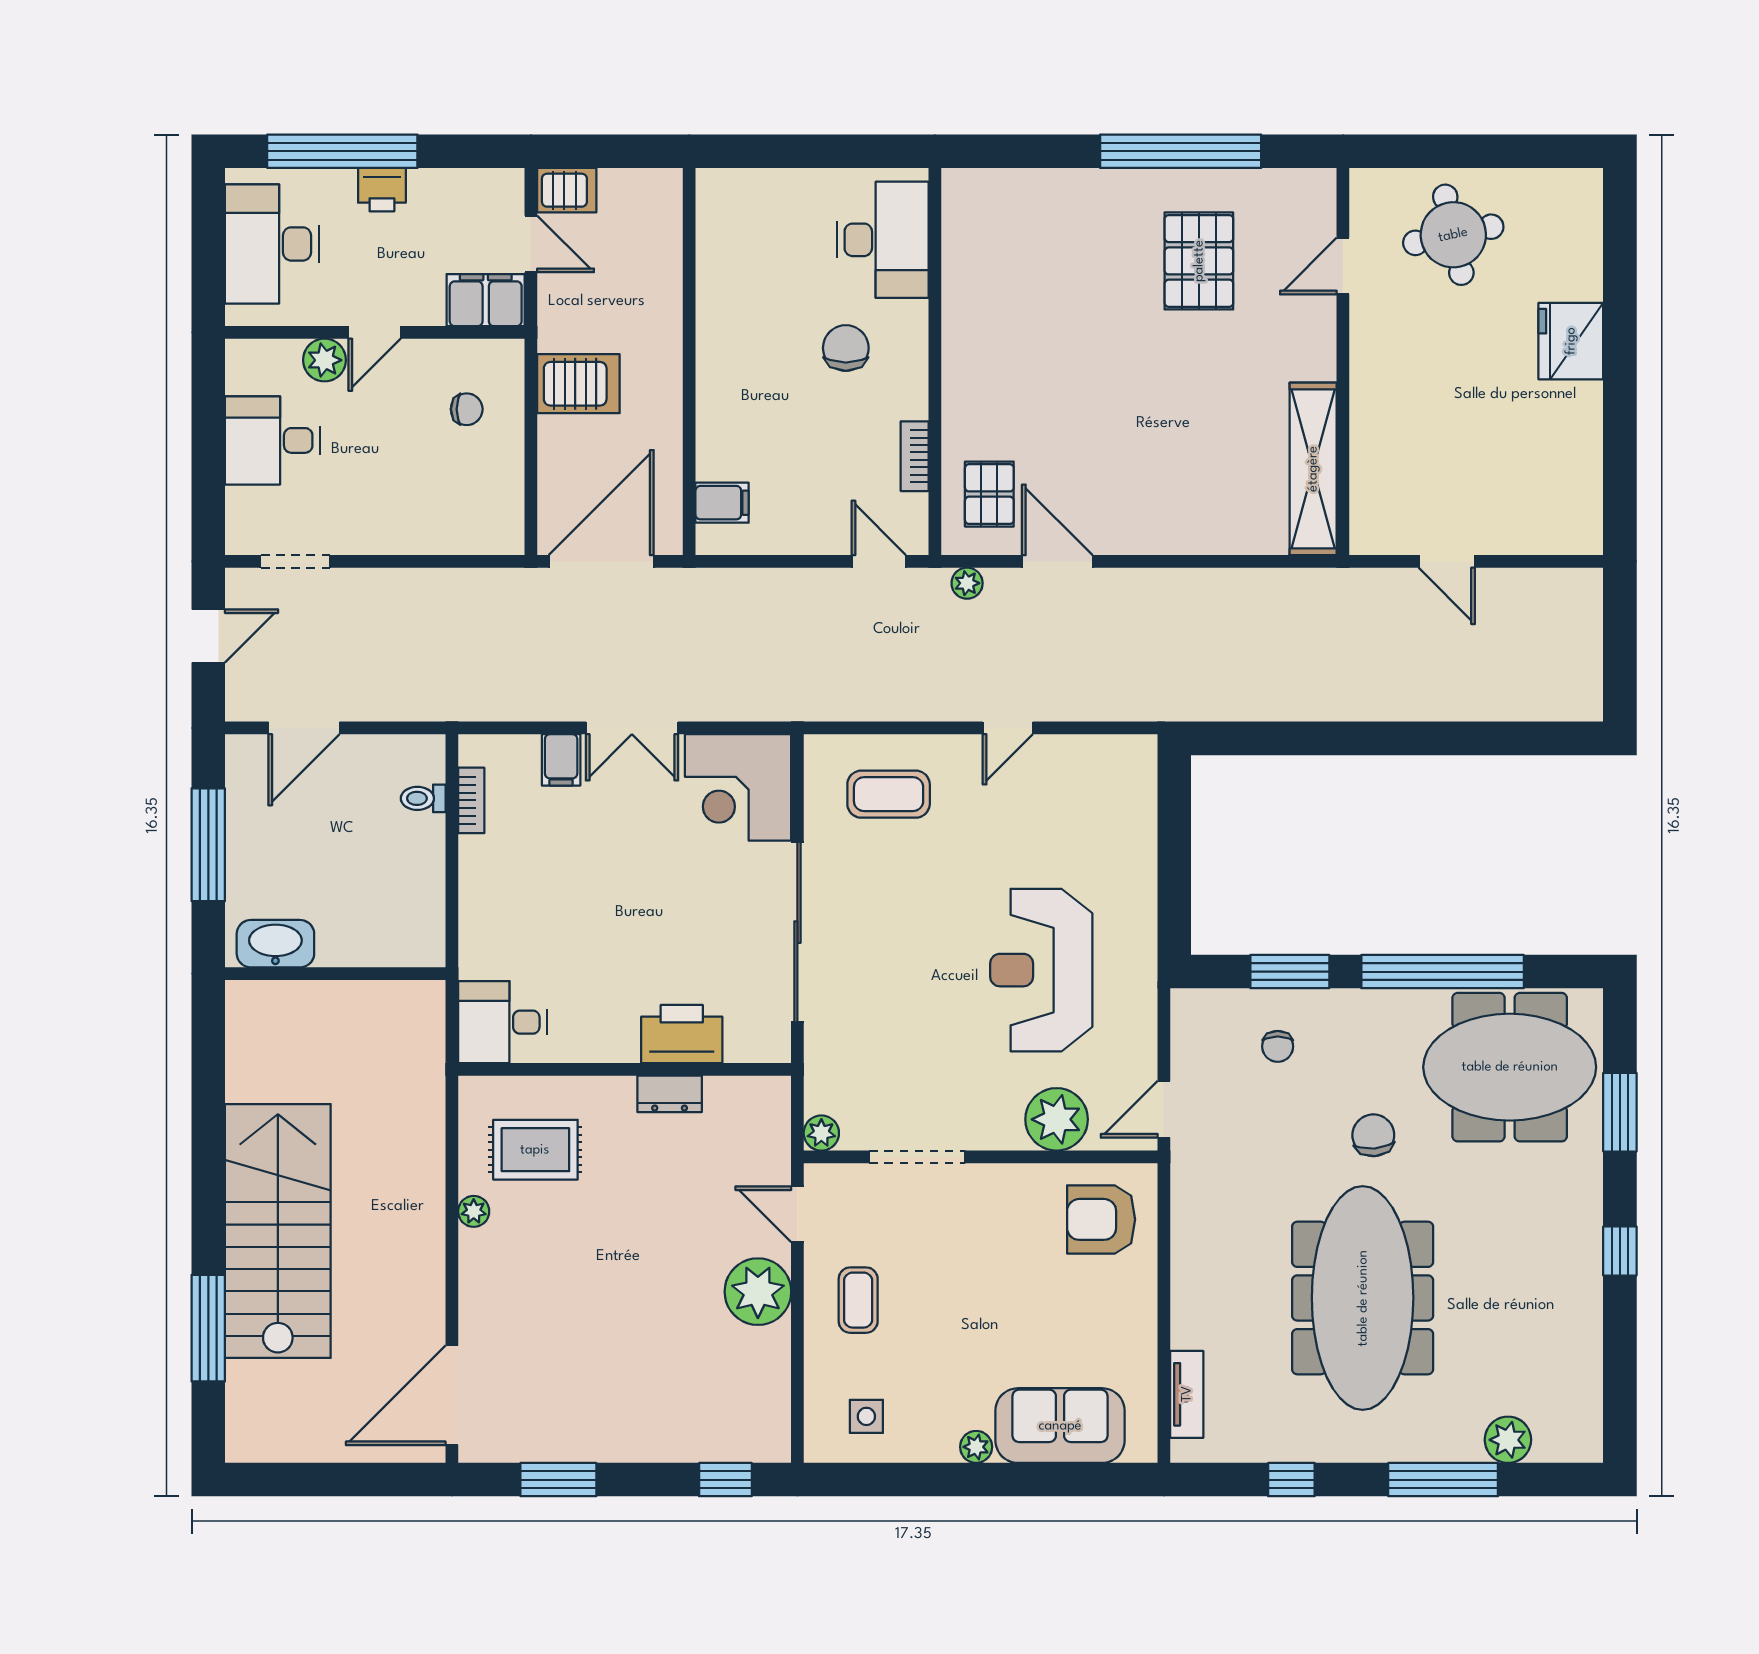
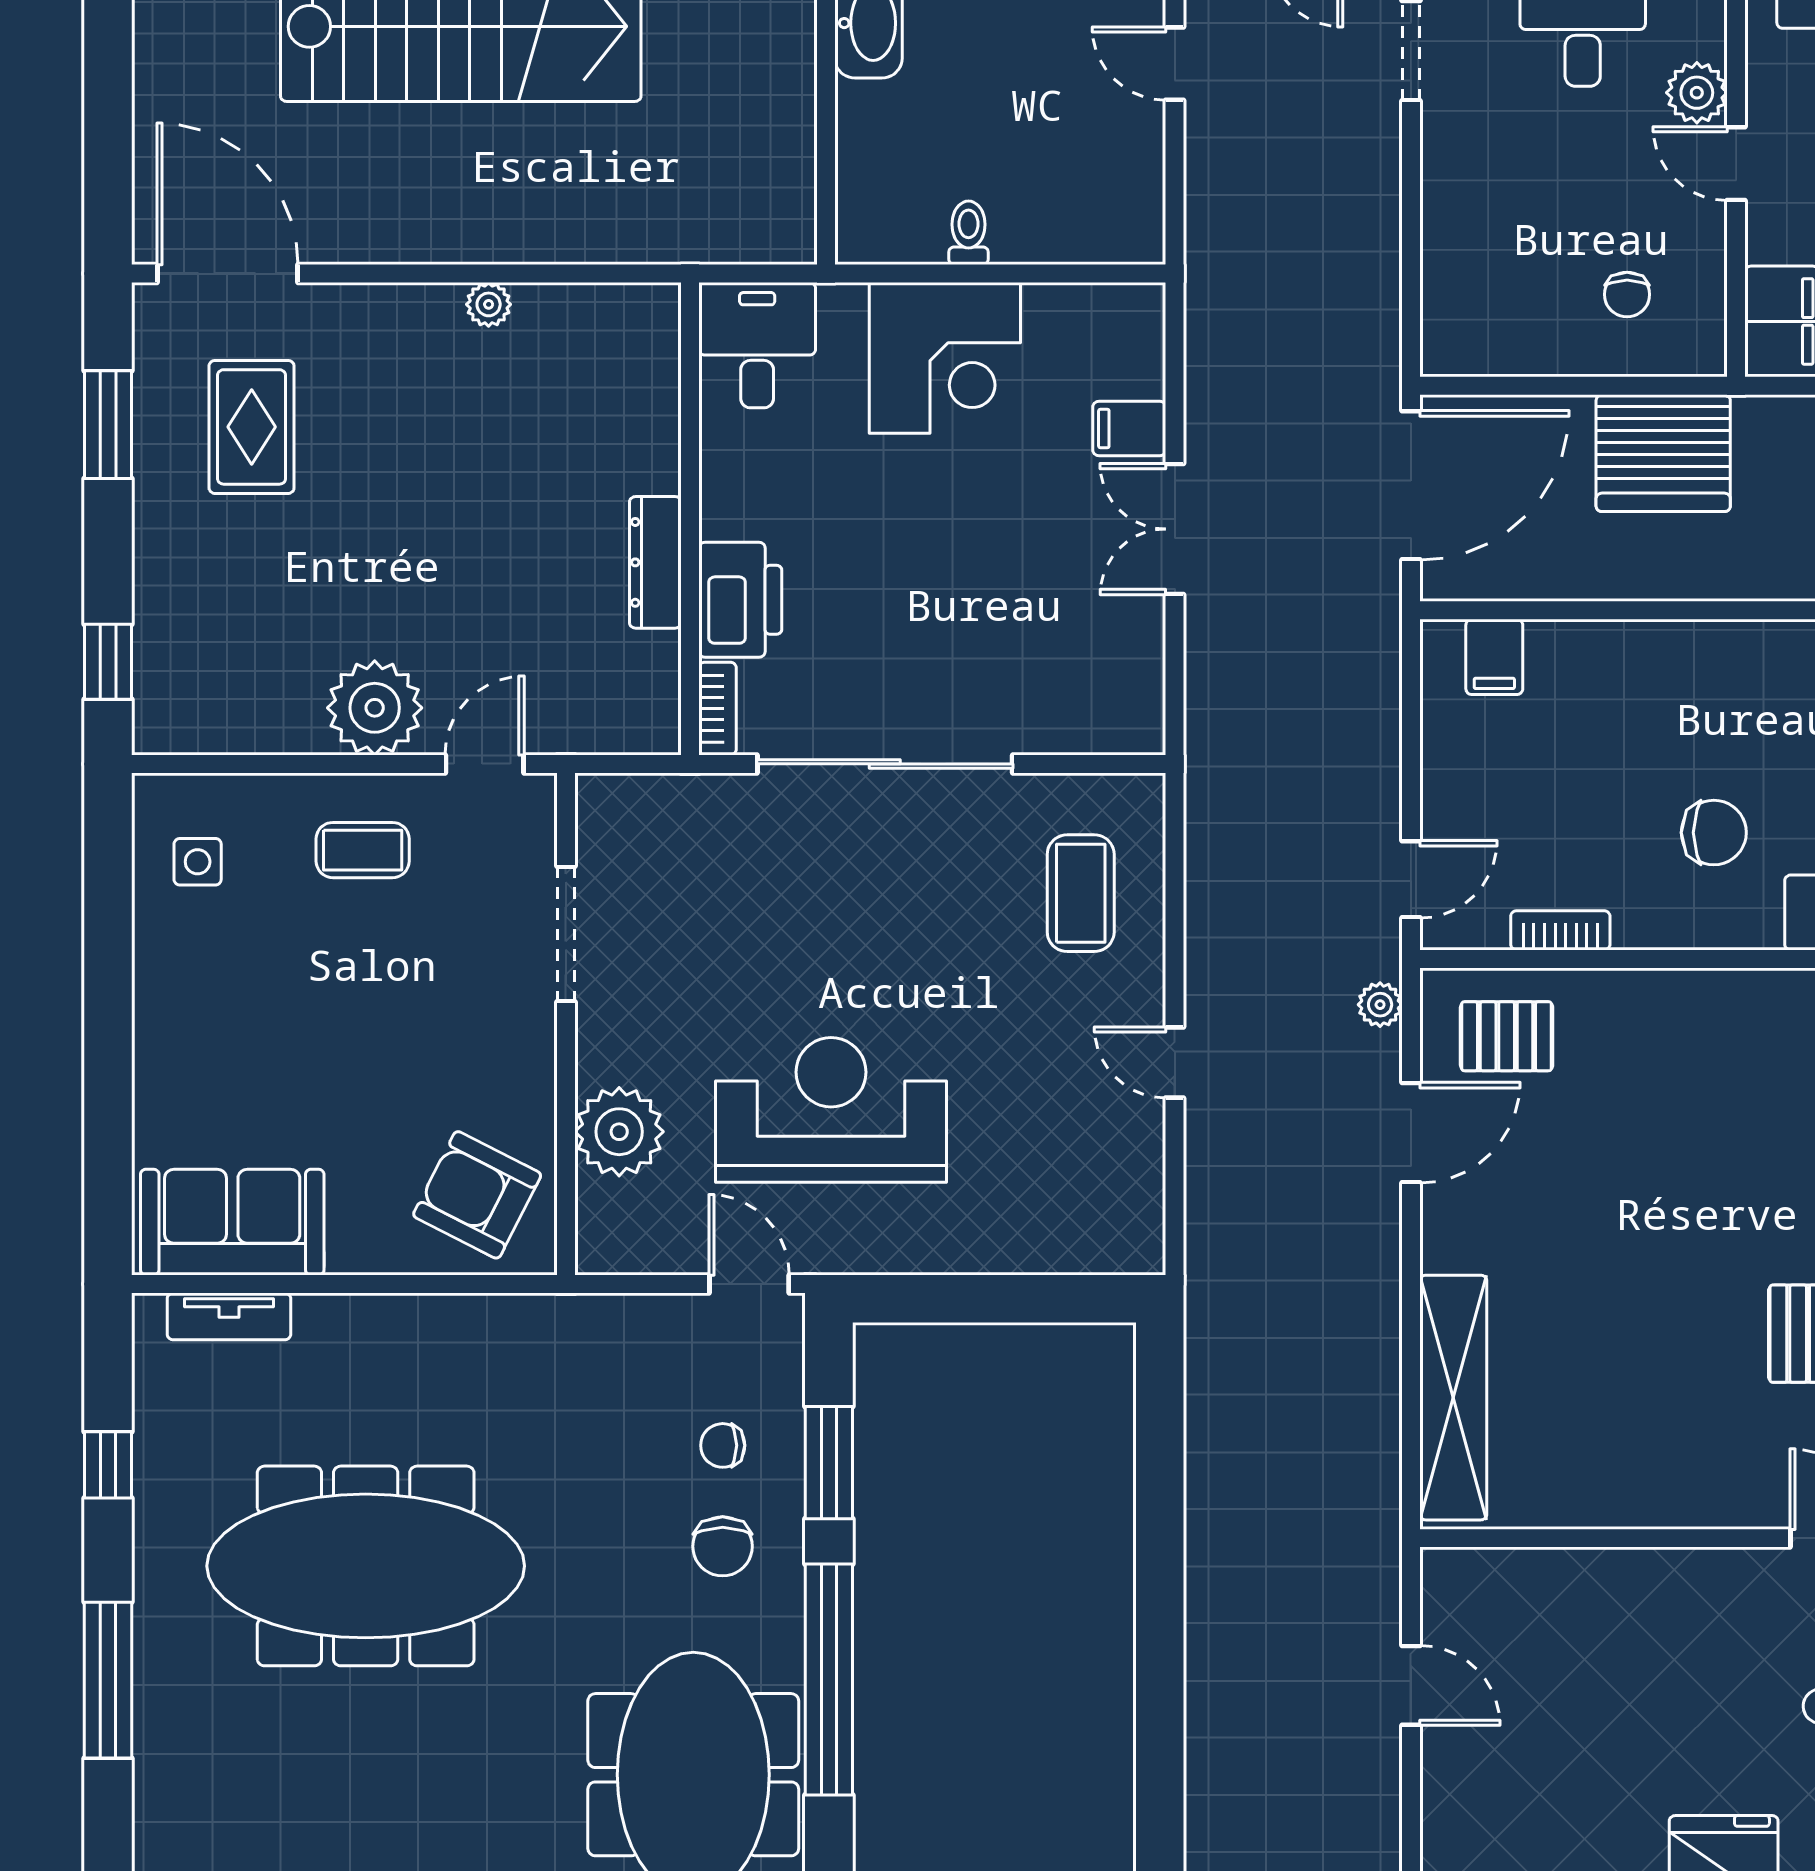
server rack: (578, 384) -> (1663, 453), width x1.60
shelving: (1313, 469) -> (1453, 1398), moved, turned 90
door: (601, 561) -> (1411, 485), hinge flipped
door: (1447, 561) -> (1411, 1685), swing flipped
door: (304, 728) -> (1175, 64), width x0.73
corner desk: (738, 787) -> (945, 358), moved, turned 180
toilet: (423, 798) -> (968, 233), moved
bookcase: (471, 800) -> (717, 709), moved, turned -90
dresser: (670, 1094) -> (655, 562), width x1.44
door: (1164, 1109) -> (749, 1284), moved
plant: (821, 1133) -> (600, 798), removed
chair: (1373, 1135) -> (723, 1546), moved, turned 95
rug: (535, 1150) -> (252, 427), moved
armchair: (1101, 1219) -> (477, 1195), turned -63
sofa: (1060, 1426) -> (232, 1222), moved, turned -90
plant: (1508, 1440) -> (164, 1772), removed
plant: (976, 1447) -> (154, 1017), removed

